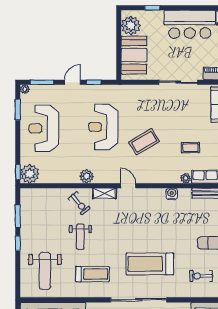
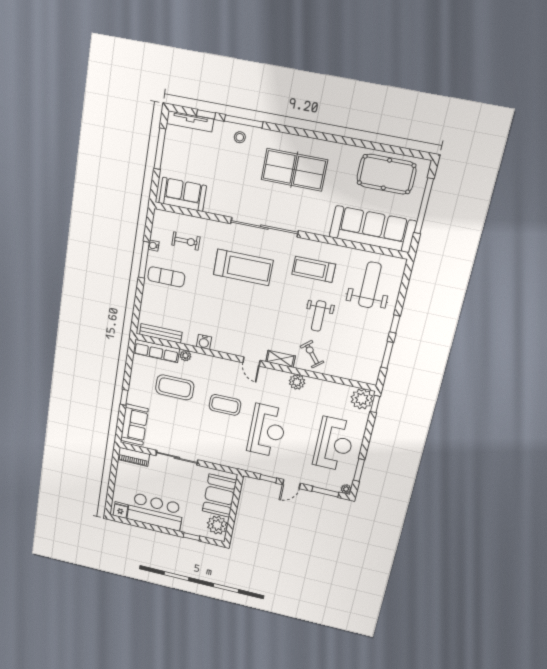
coffee table: (144, 142) -> (225, 405), turned 31
coffee table: (190, 148) -> (175, 387), width x1.86, depth x1.72
weight bench: (80, 237) -> (319, 316), turned 180

